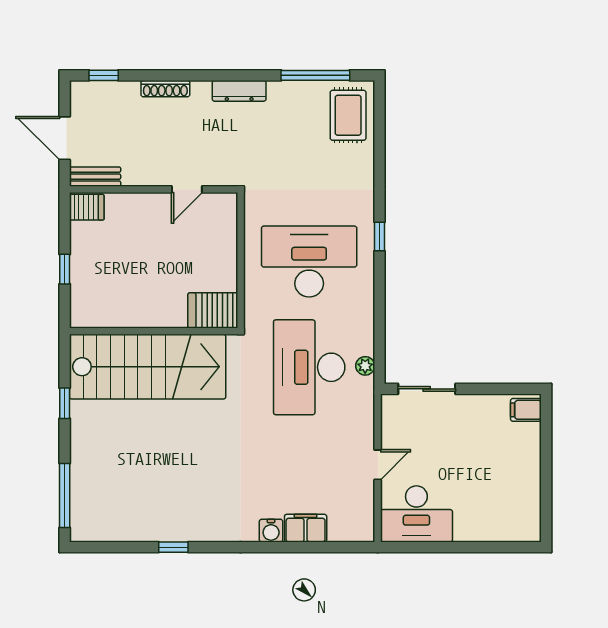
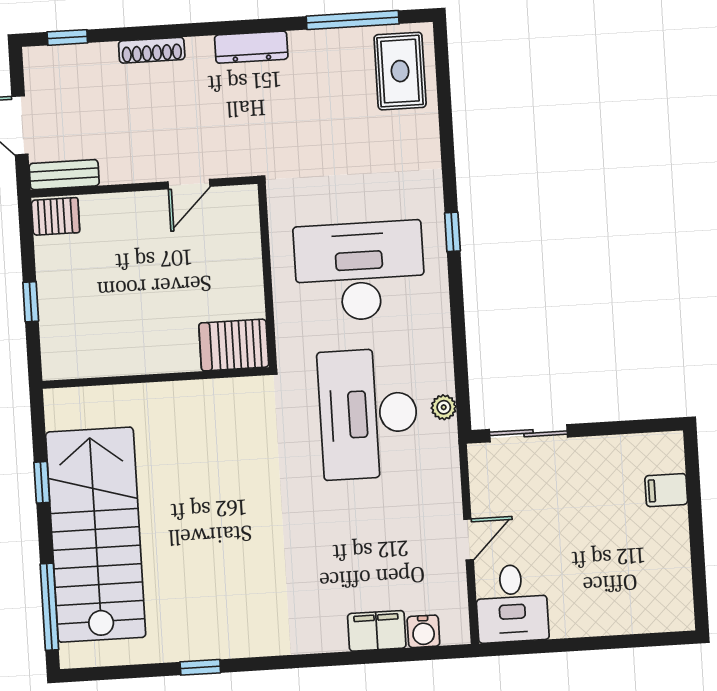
stairs: (148, 367) -> (96, 535), moved, turned -90
filing cabinet: (526, 410) -> (666, 490), moved
desk: (416, 514) -> (512, 603), width x0.73
water cooler: (271, 531) -> (423, 631), moved

